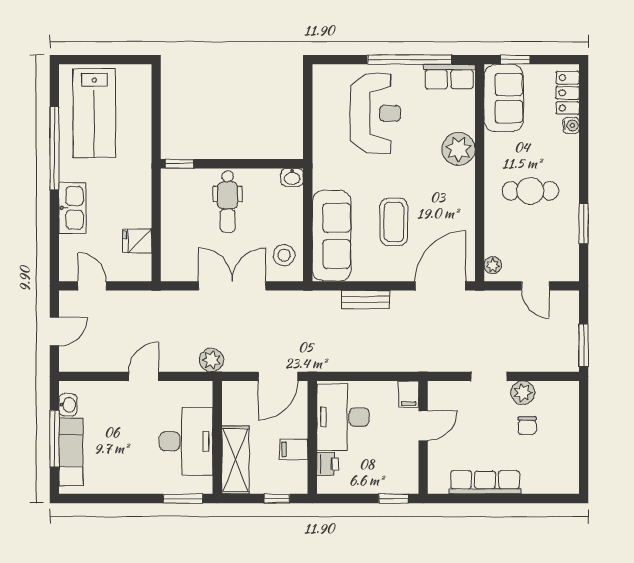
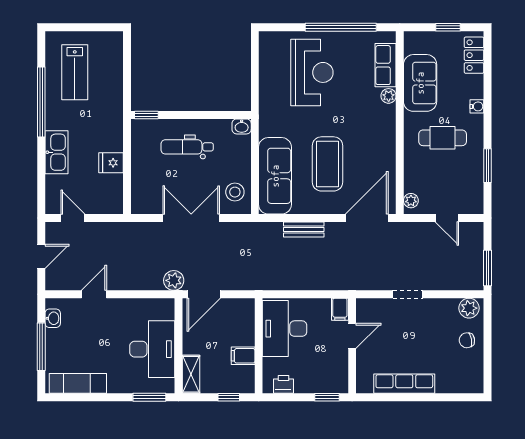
window: (515, 60) -> (448, 27), moved
row of seats: (449, 77) -> (386, 65), moved, turned 90
sofa: (504, 98) -> (420, 83), moved
lab bench: (94, 113) -> (75, 72), width x0.73, depth x0.72
water cooler: (571, 125) -> (477, 106), moved
plant: (459, 149) -> (389, 96), width x0.53, depth x0.53
dental chair: (228, 202) -> (187, 147), turned 90
coffee table: (394, 222) -> (327, 164), width x1.36, depth x1.32
fridge: (137, 241) -> (111, 163), moved
door: (144, 376) -> (94, 294), moved
door: (278, 376) -> (204, 294), moved
plant: (523, 393) -> (469, 308), moved
chair: (527, 426) -> (467, 340), moved, turned 80
exam couch: (71, 452) -> (78, 383), moved, turned -90
shelving: (235, 460) -> (191, 374), width x0.67, depth x0.75
printer: (328, 464) -> (283, 384), moved, turned -90

